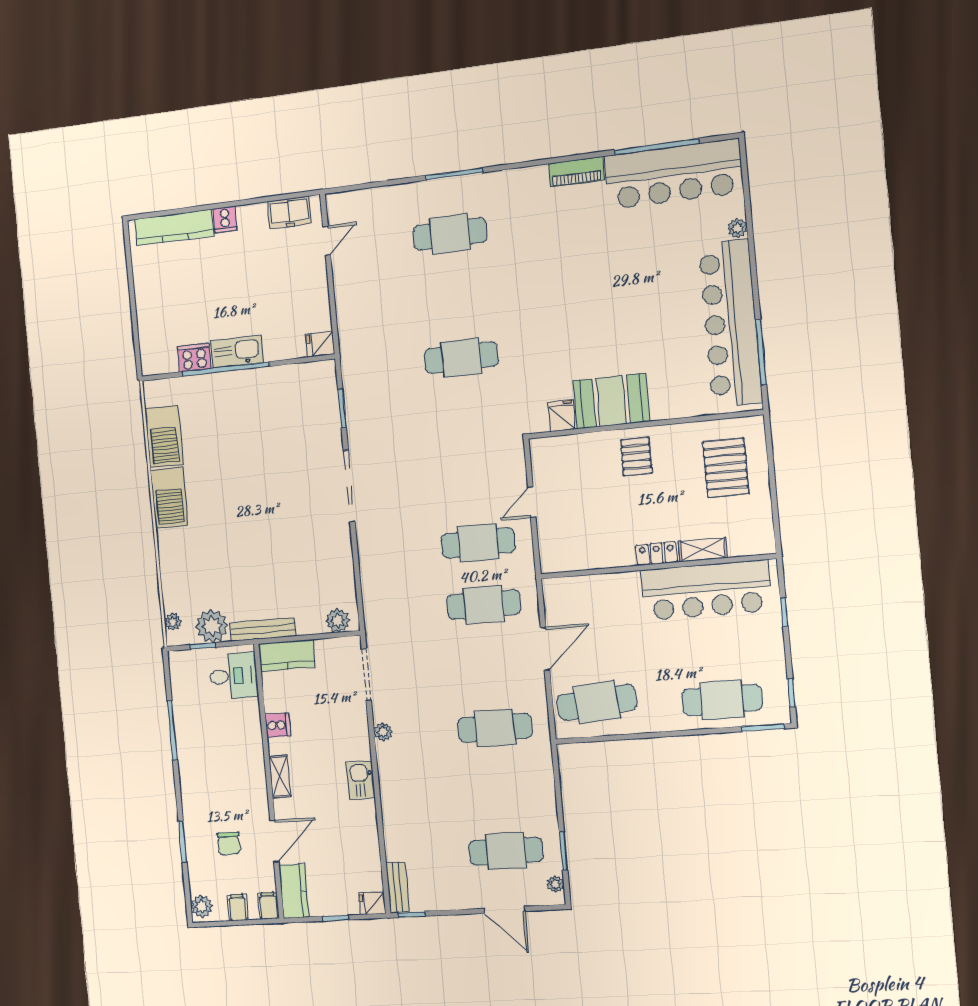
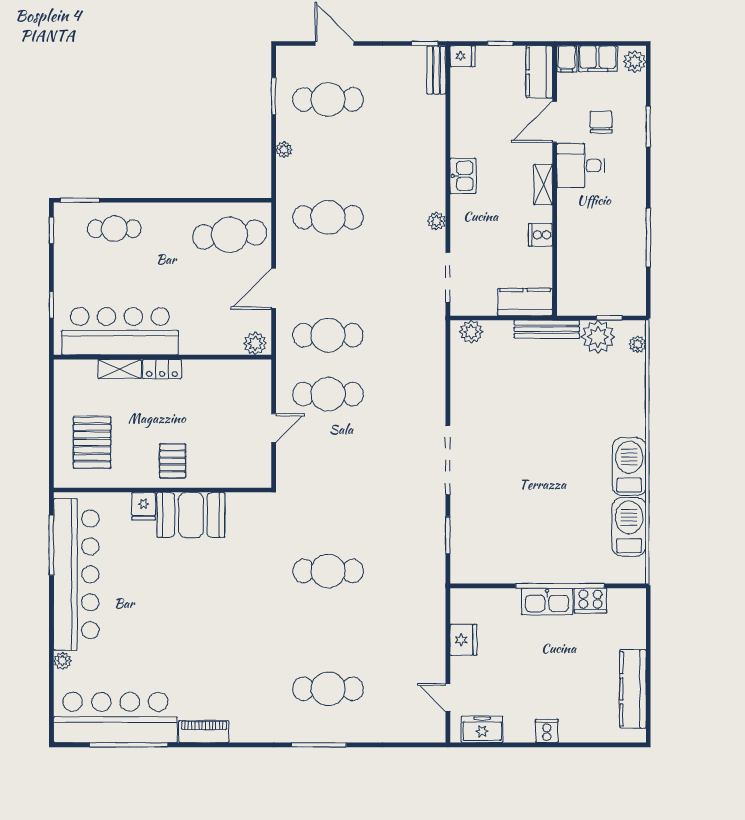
kitchen counter: (174, 228) -> (633, 689), moved, turned -90
door: (327, 241) -> (448, 698), hinge flipped
fridge: (320, 344) -> (463, 640), moved, width x1.38
fridge: (562, 416) -> (144, 506), moved
plant: (559, 590) -> (255, 343), added
desk: (233, 676) -> (581, 166), moved
cafe table: (722, 700) -> (114, 229), width x0.73, depth x0.74
plant: (555, 884) -> (284, 150), moved
filing cabinet: (238, 908) -> (598, 59), width x2.00

